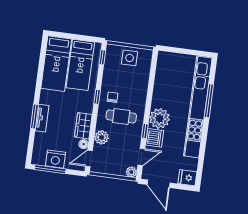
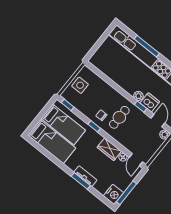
plant: (159, 118) -> (138, 96), width x0.53, depth x0.53
plant: (101, 137) -> (126, 141), removed
nightstand: (55, 159) -> (113, 194), moved

